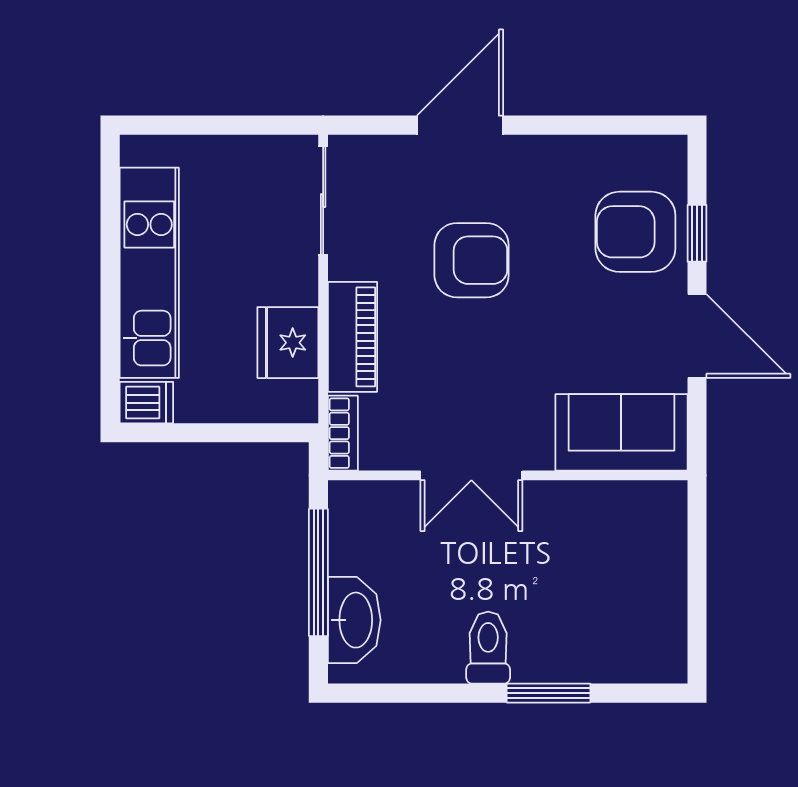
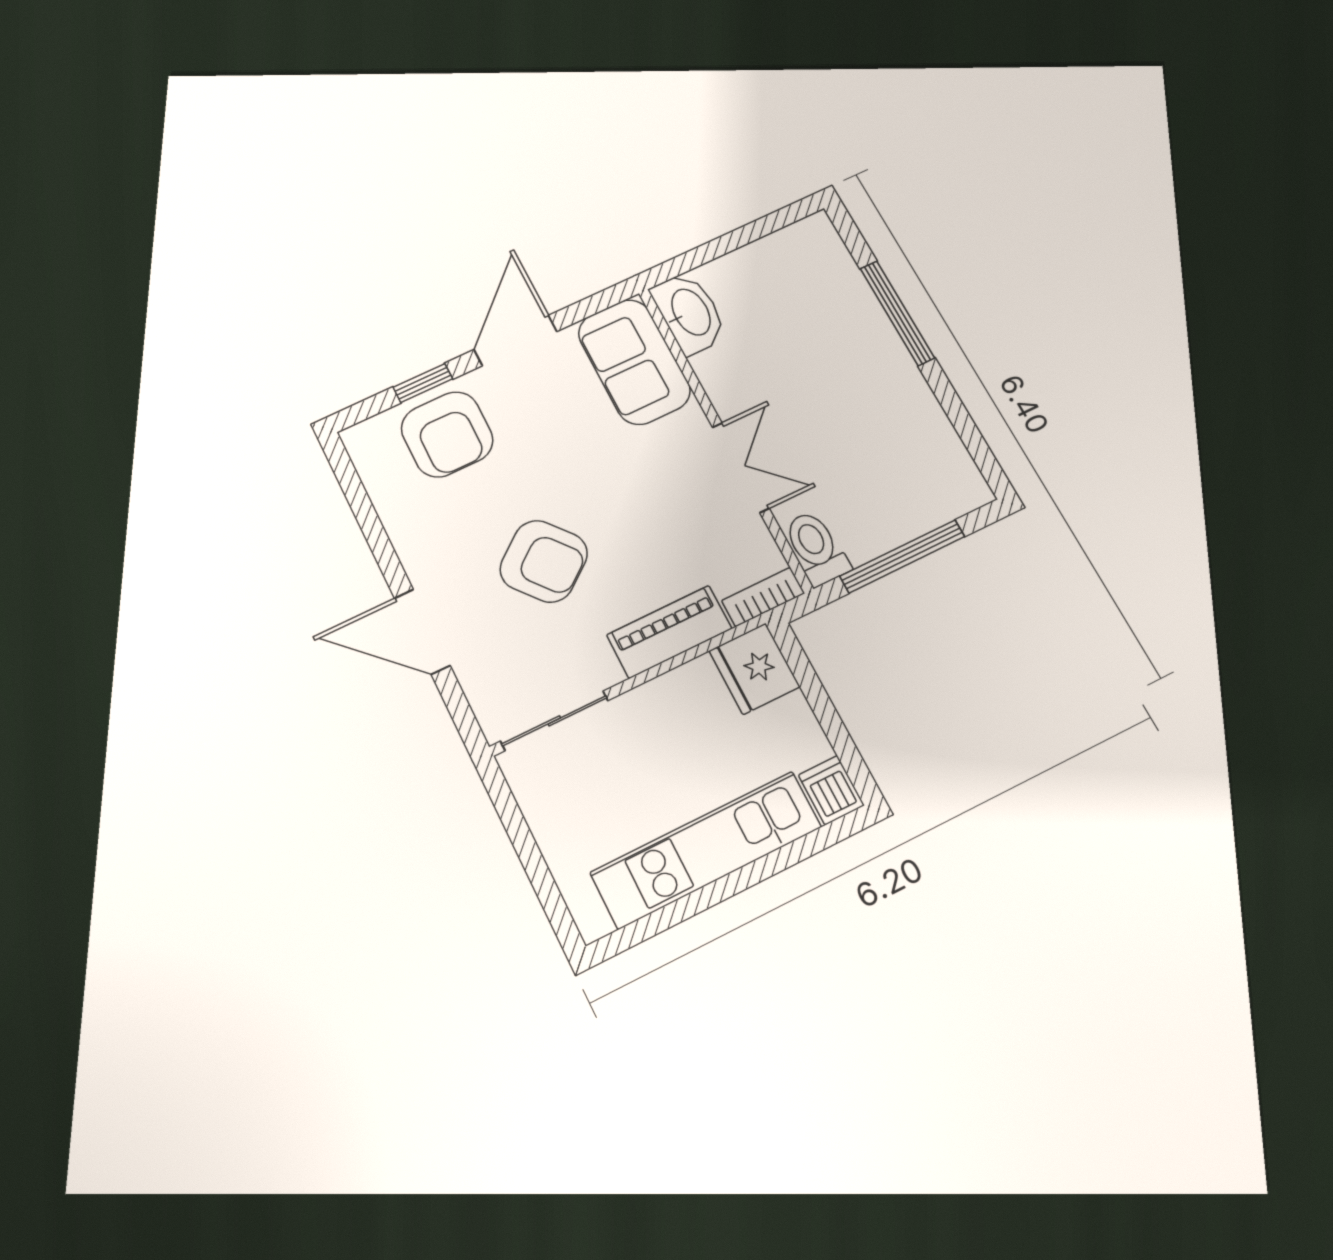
armchair: (472, 260) -> (544, 561), turned 141
fridge: (288, 343) -> (755, 669), moved, turned 90
washbasin: (354, 620) -> (690, 313), moved, turned 90
toilet: (488, 648) -> (816, 548), moved, turned 90
window: (548, 693) -> (897, 313), width x1.44

